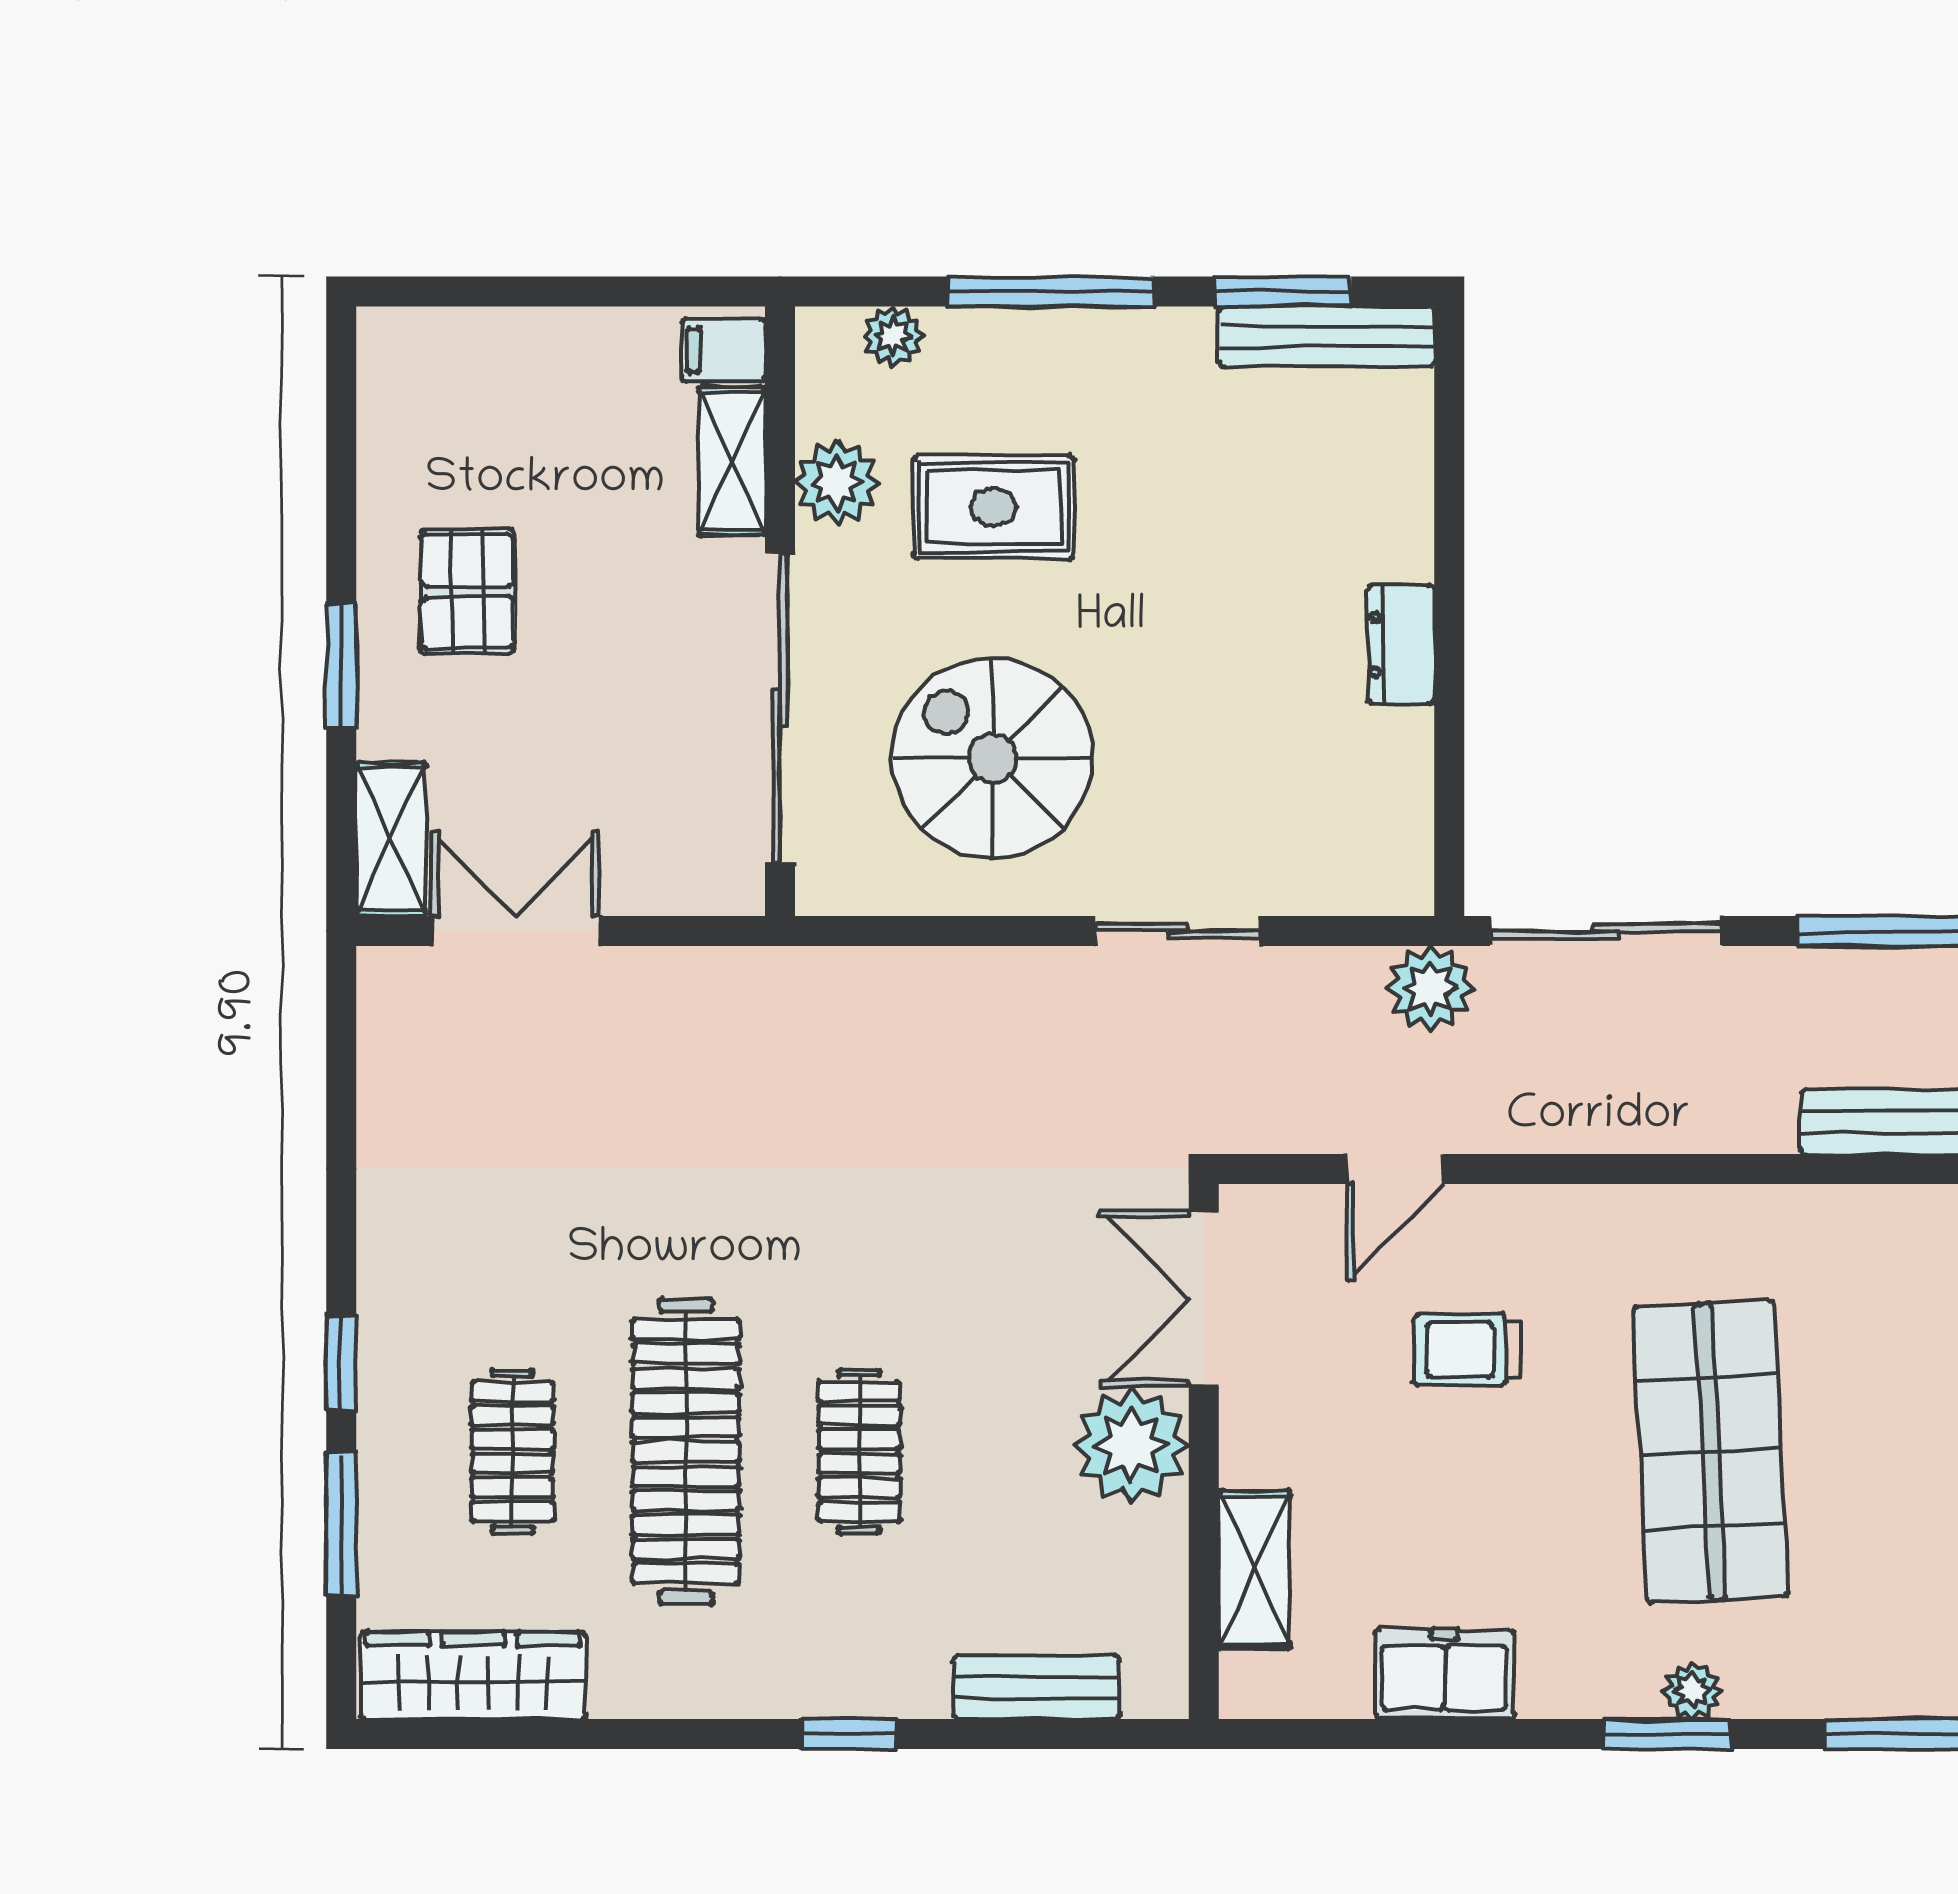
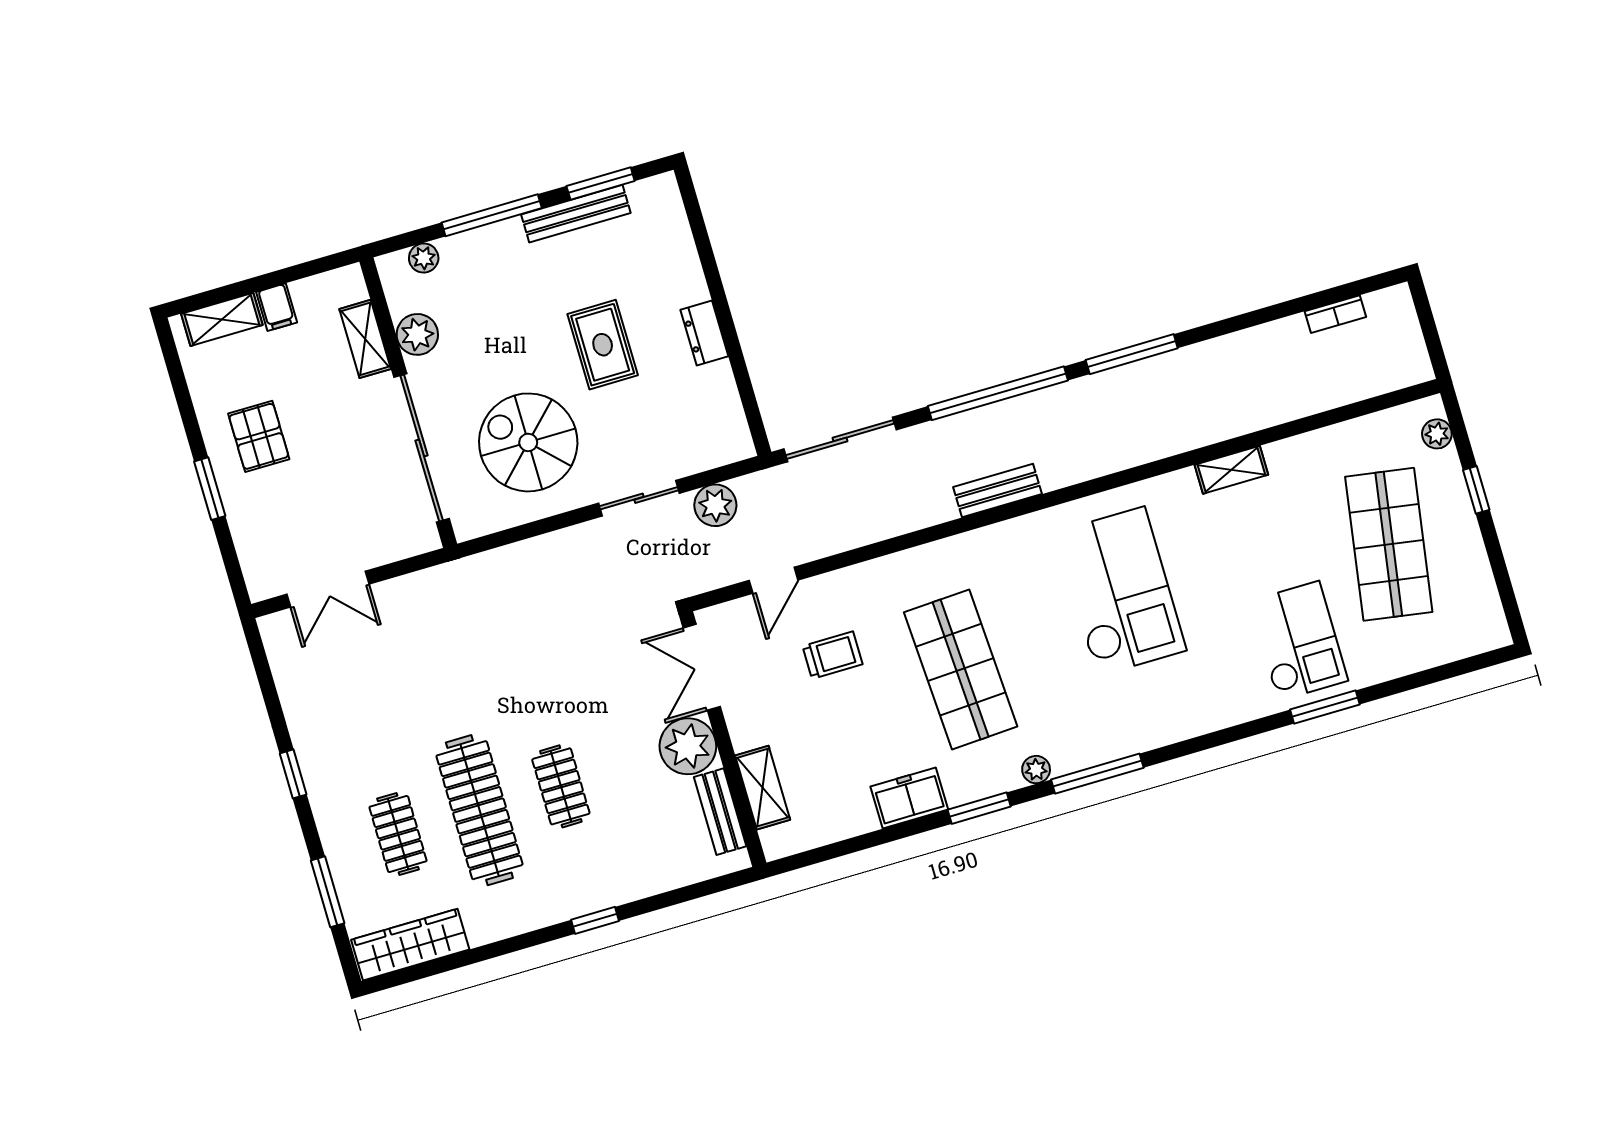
bench: (1327, 337) -> (576, 214), moved
filing cabinet: (723, 350) -> (277, 307), moved, turned -90
rug: (993, 507) -> (603, 345), moved, turned 90
shelving: (391, 839) -> (222, 319), moved, turned 90
double door: (515, 931) -> (328, 589), swing flipped
plant: (1430, 989) -> (715, 505), moved
trolley: (1467, 1350) -> (832, 655), turned 180
window: (341, 1363) -> (293, 774), moved
freezer: (1444, 1674) -> (909, 798), moved
bench: (1036, 1687) -> (720, 812), moved, turned 90
plant: (1692, 1691) -> (1036, 770), moved

